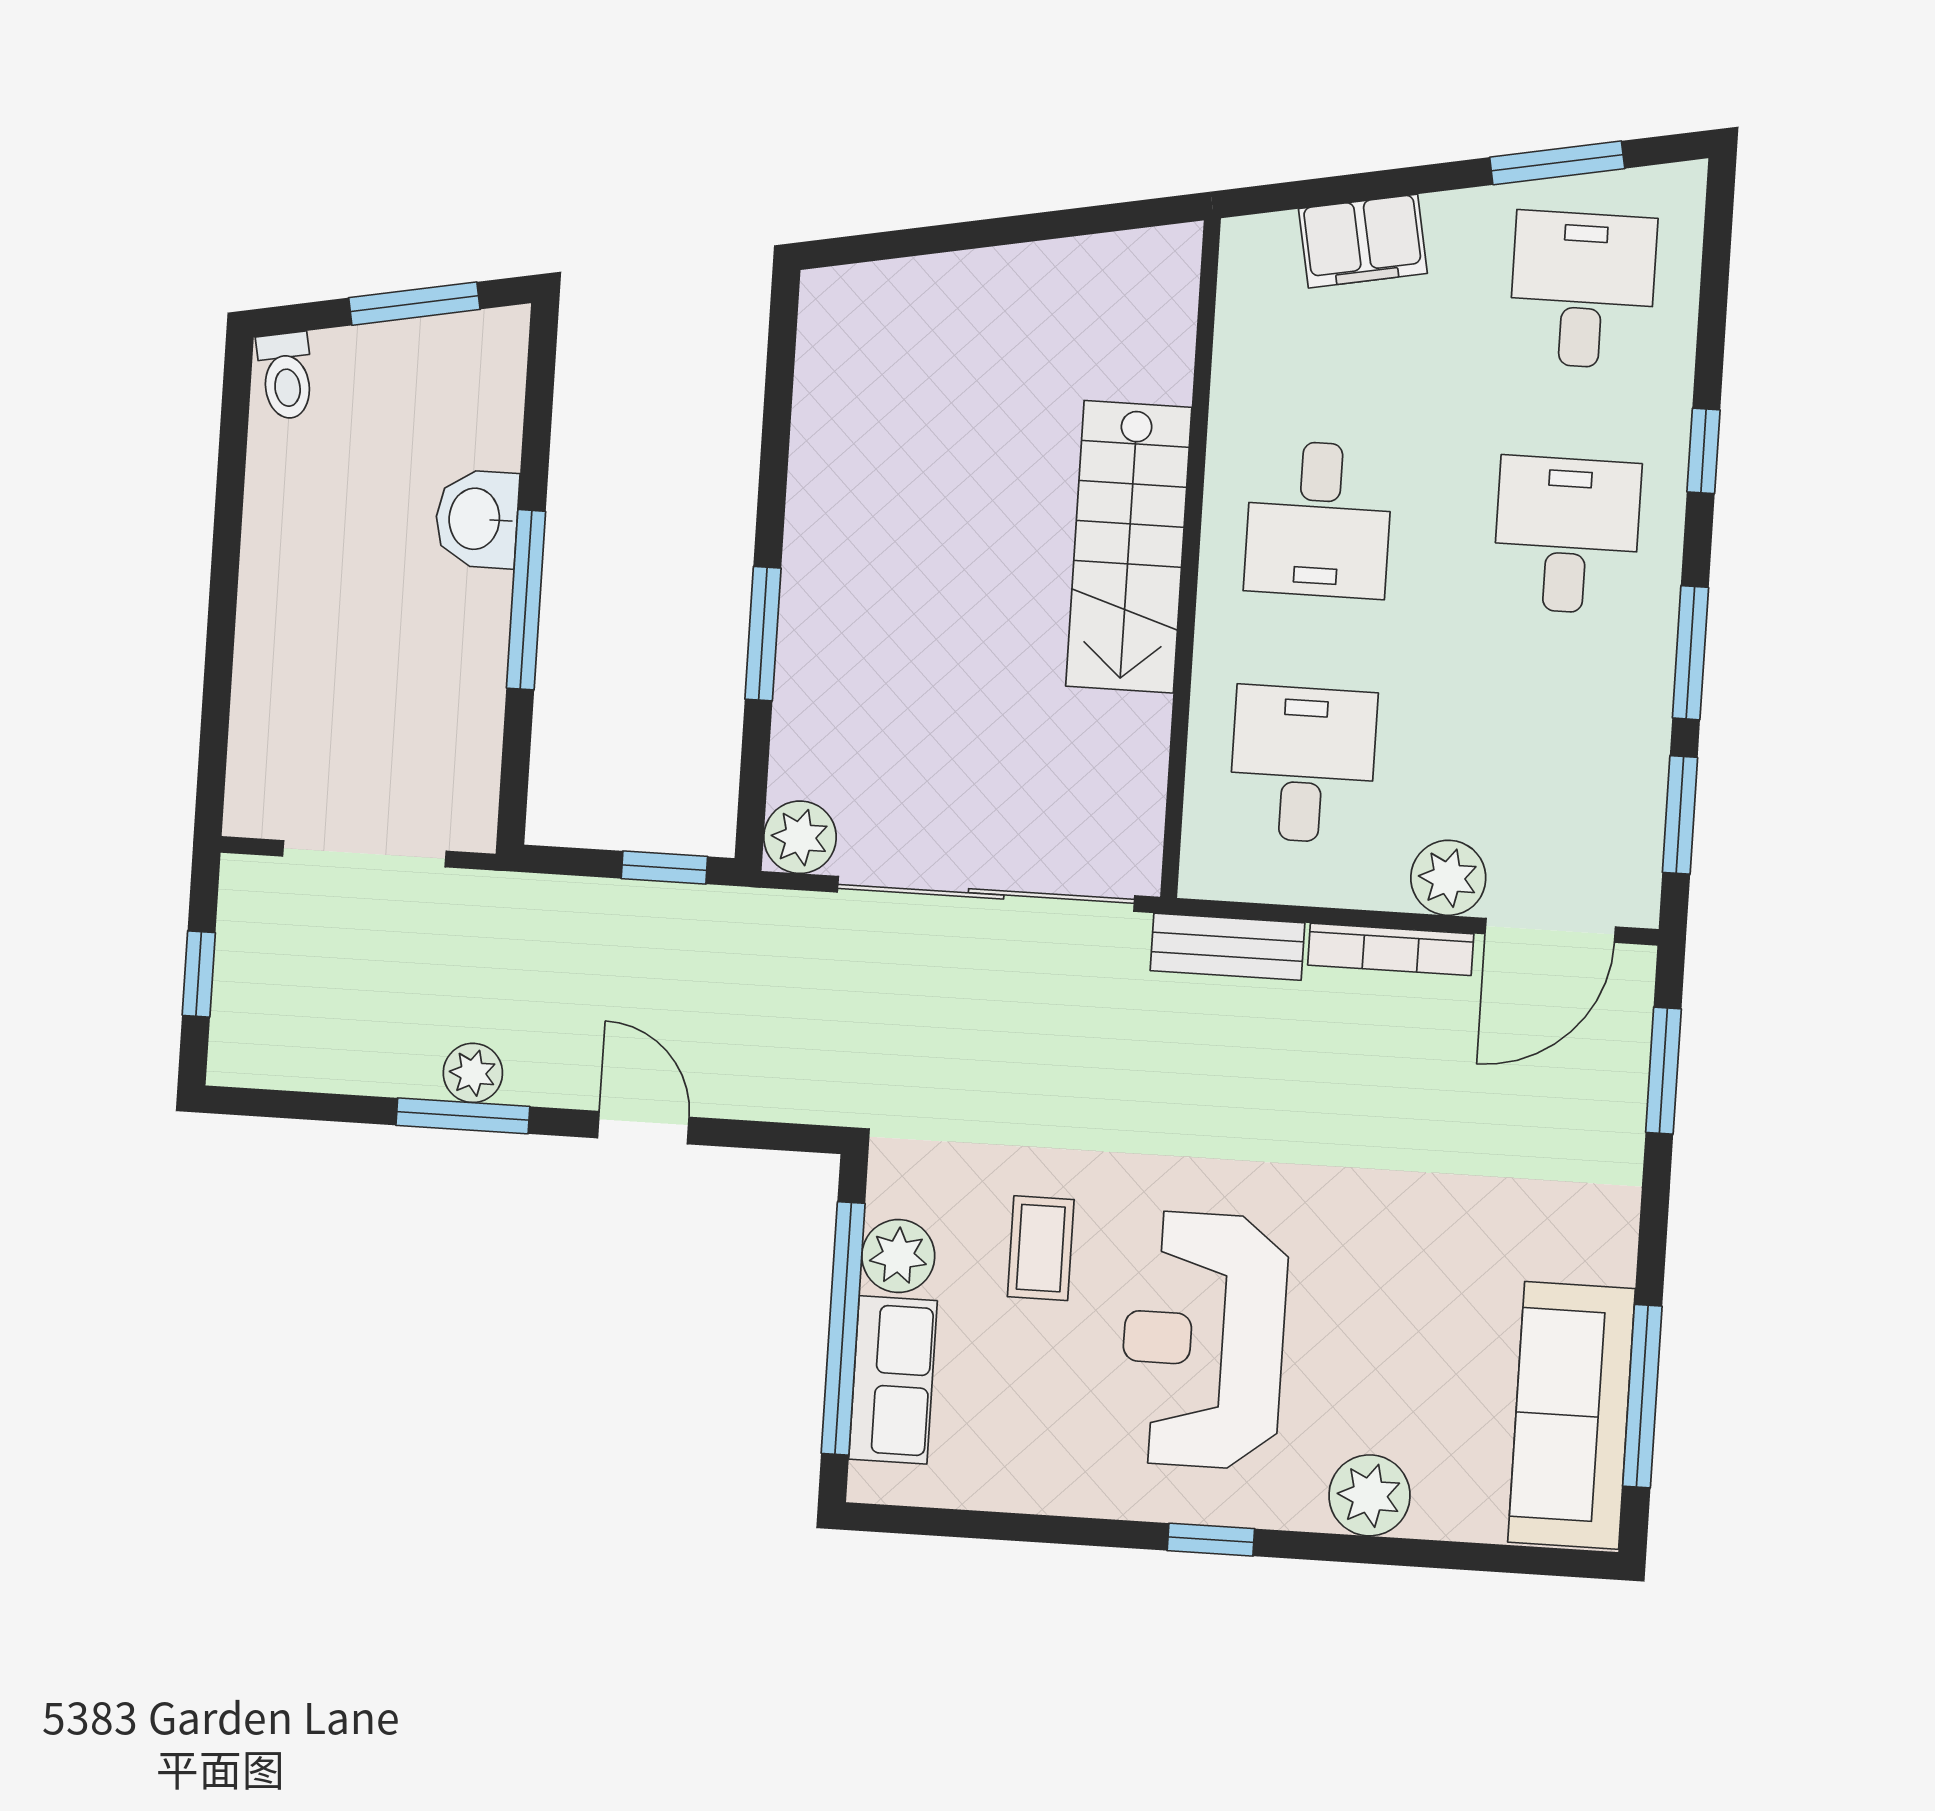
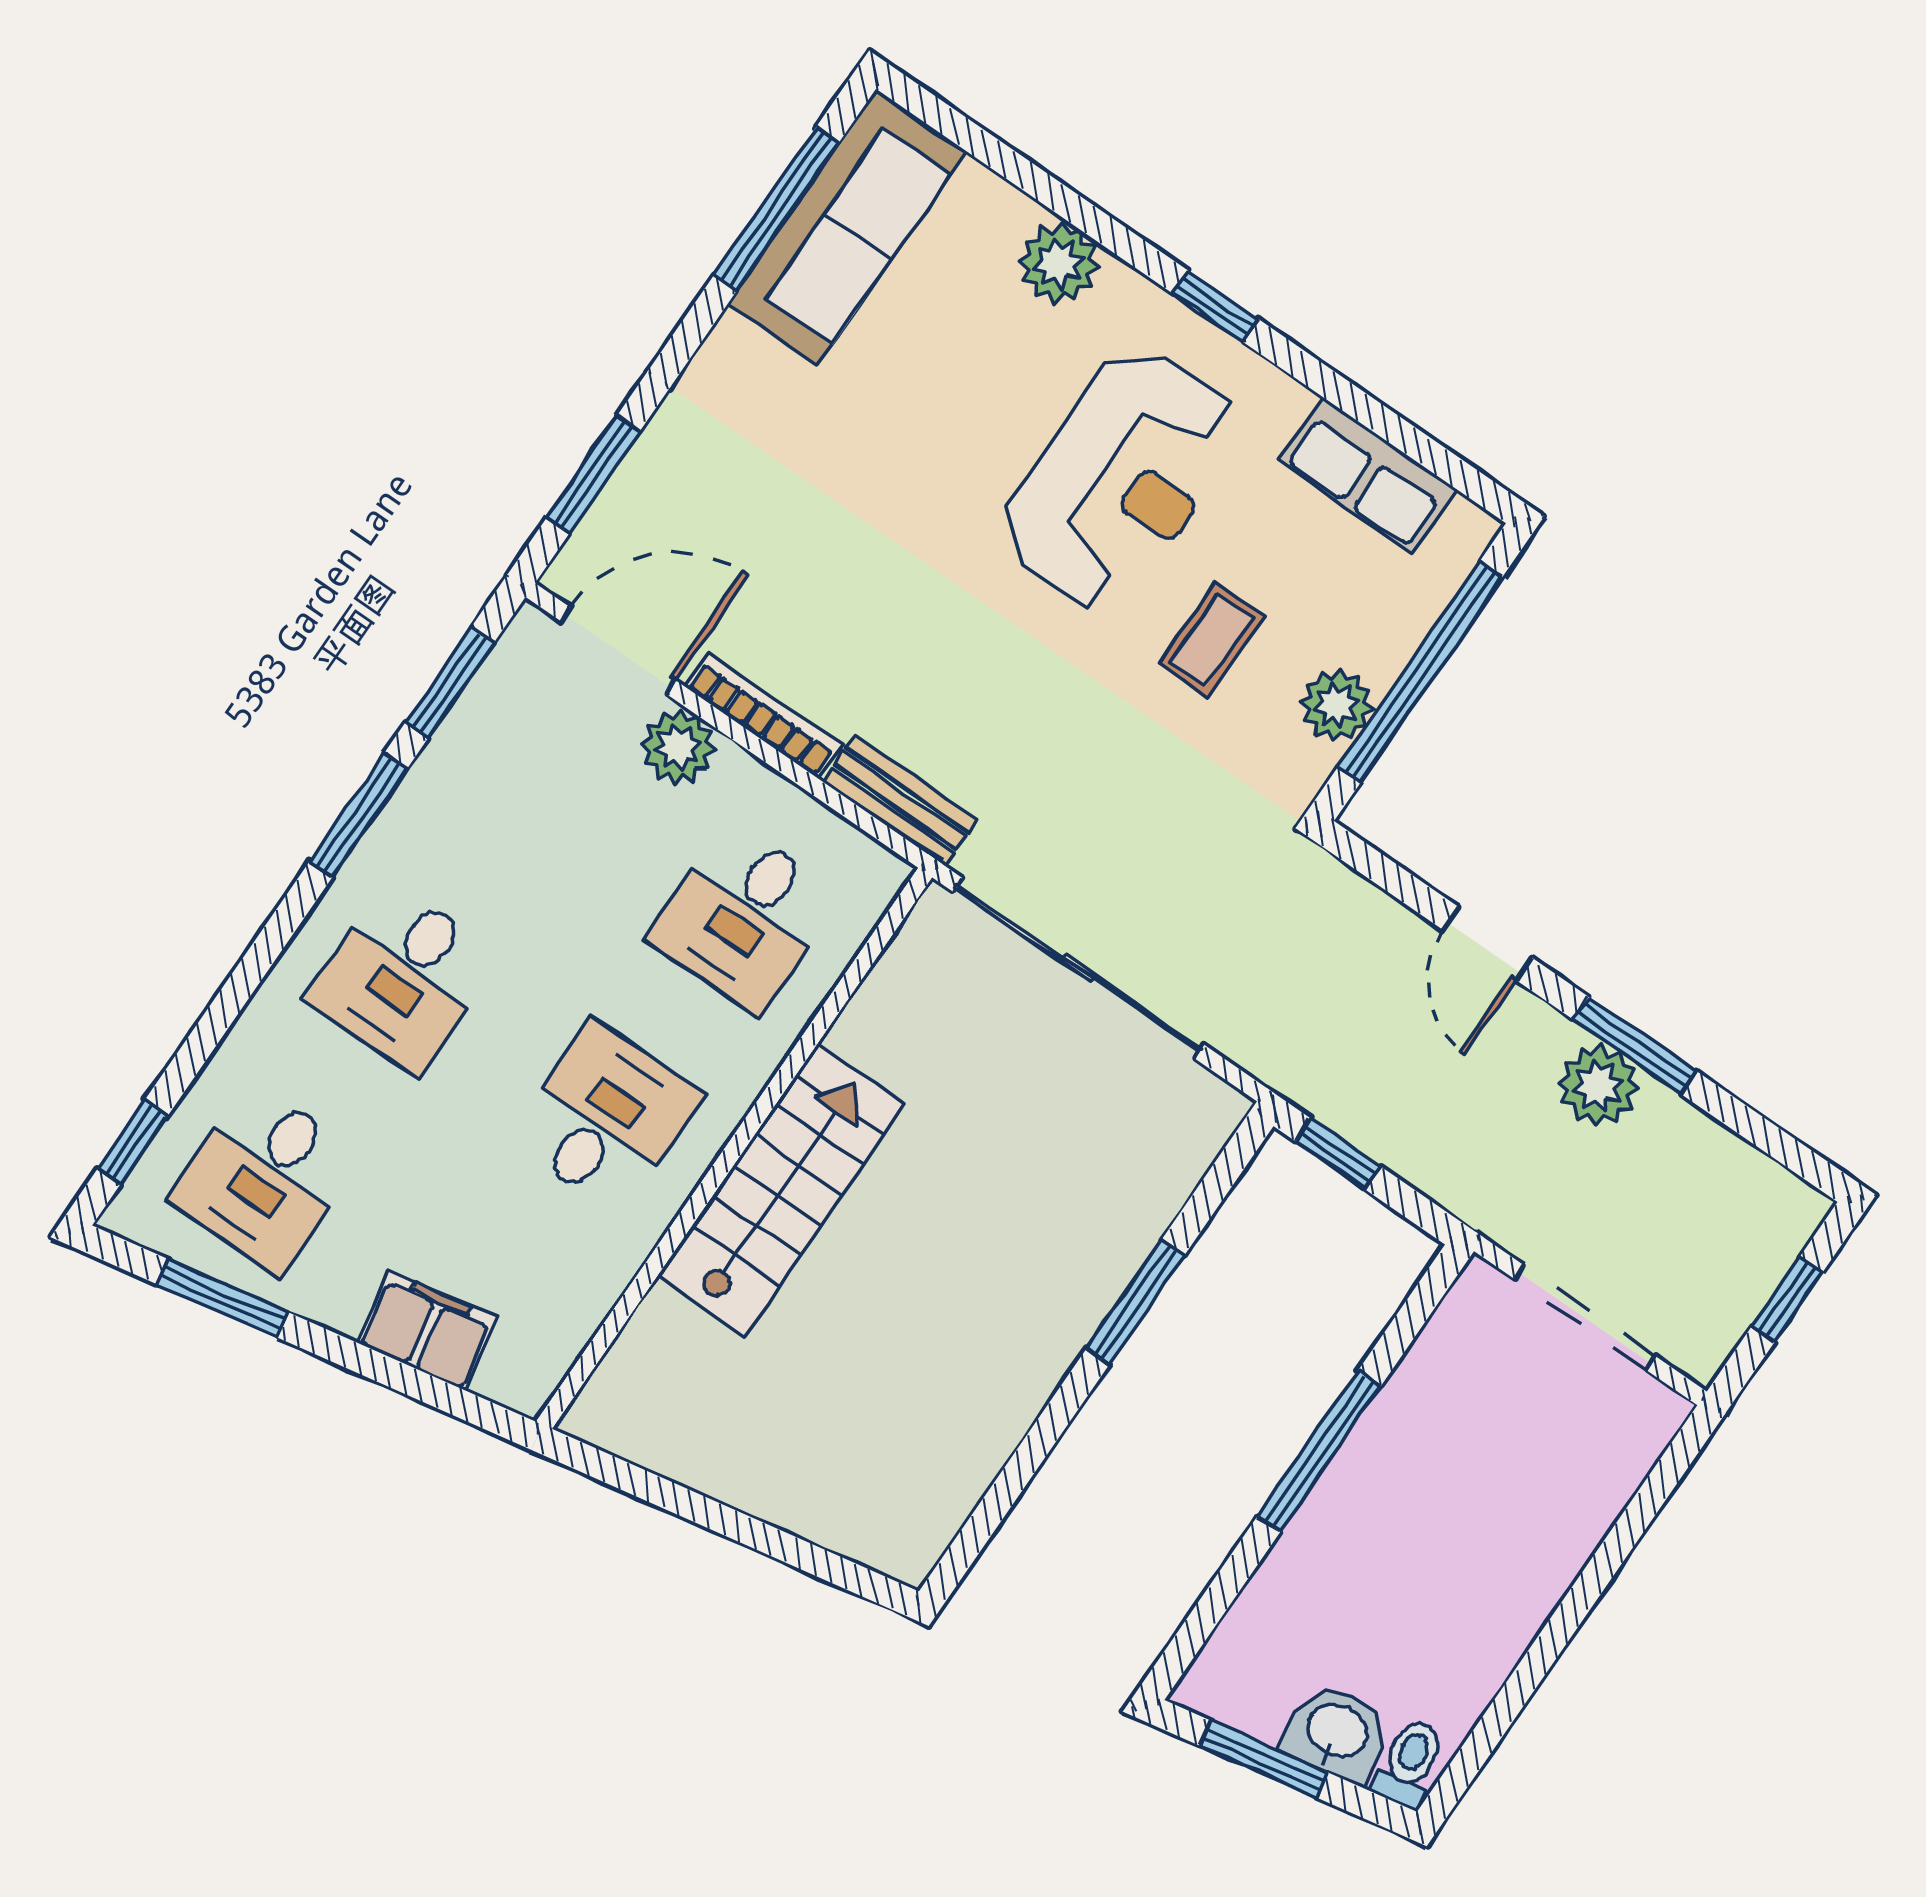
window: (1703, 451) -> (132, 1142), moved
washbasin: (477, 519) -> (1337, 1733), moved, turned -101
plant: (800, 837) -> (1207, 1111), removed
plant: (473, 1073) -> (1598, 1086), width x1.38, depth x1.38
row of seats: (893, 1380) -> (1368, 475), moved, turned -90

